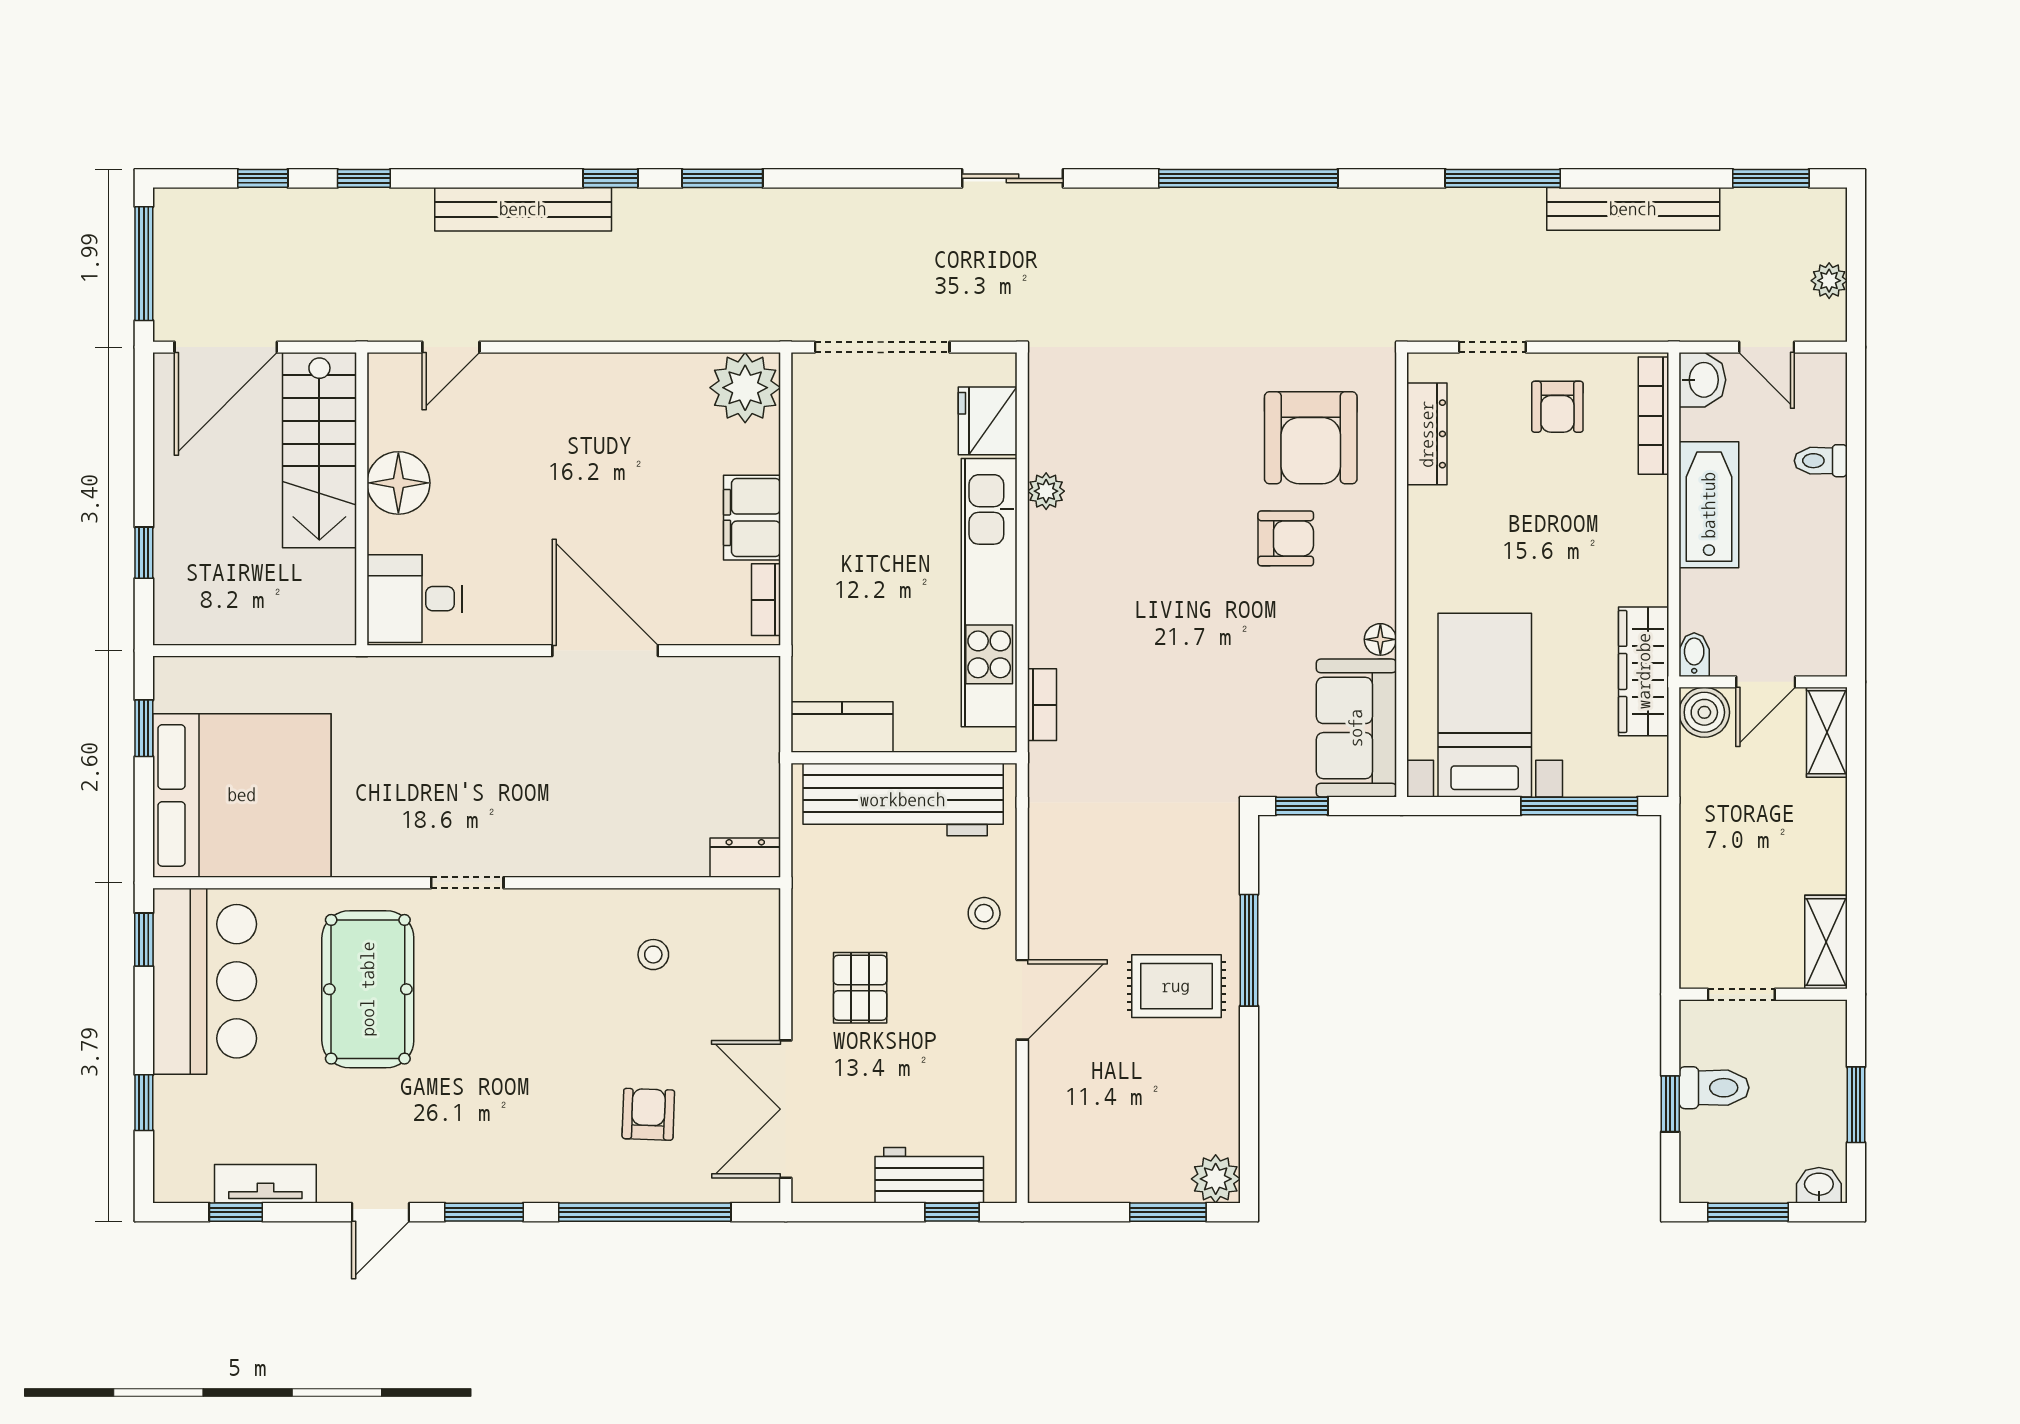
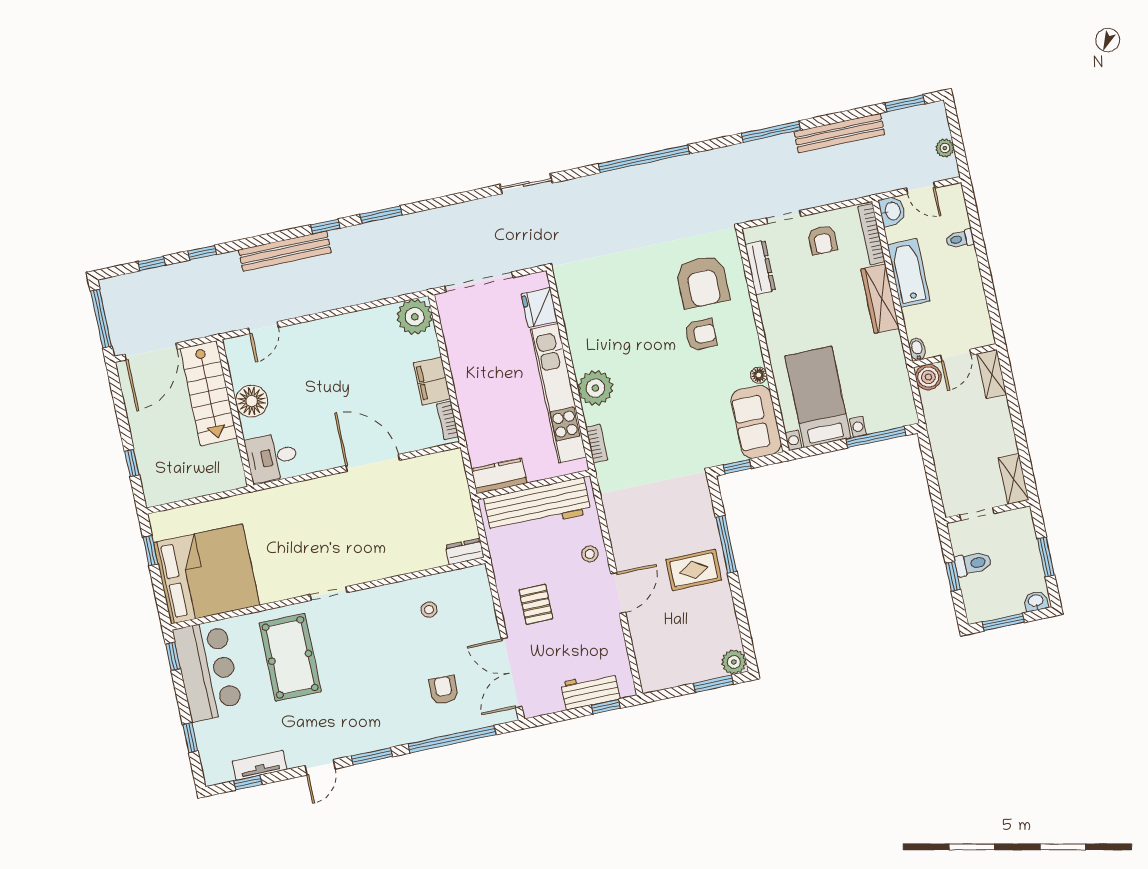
plant: (1046, 491) -> (595, 388), moved, width x1.87, depth x1.87
wardrobe: (1644, 671) -> (880, 299), moved

